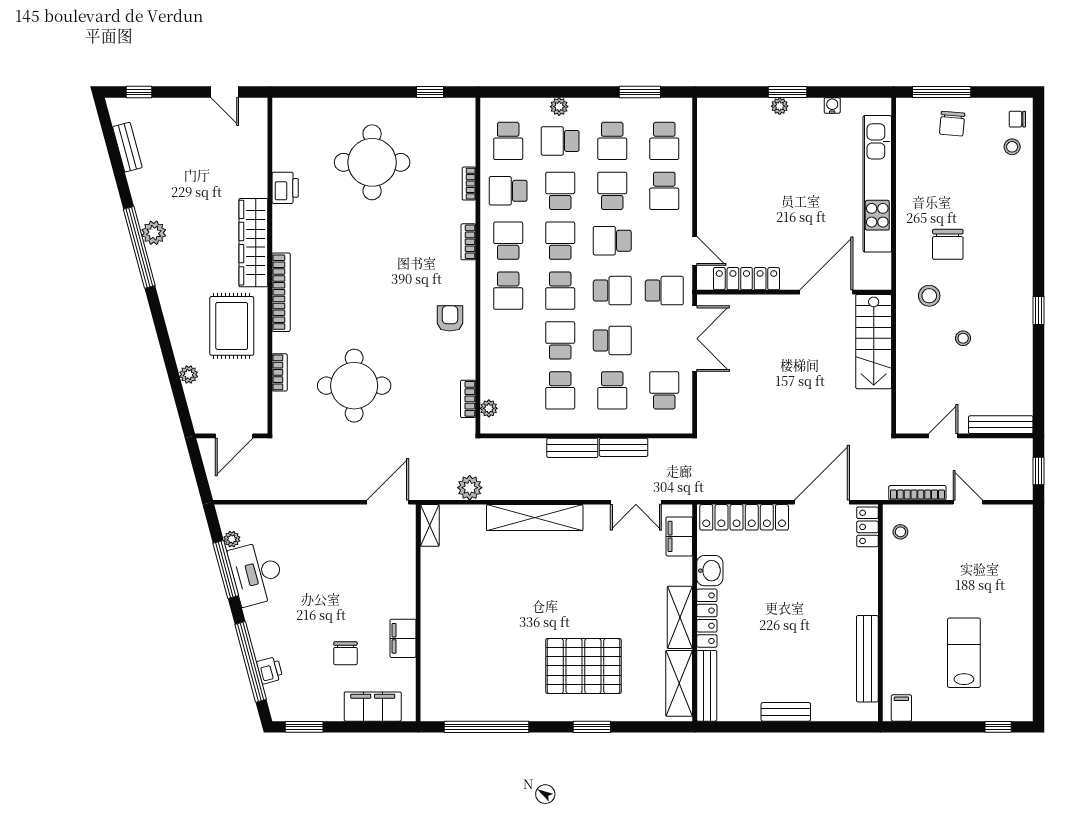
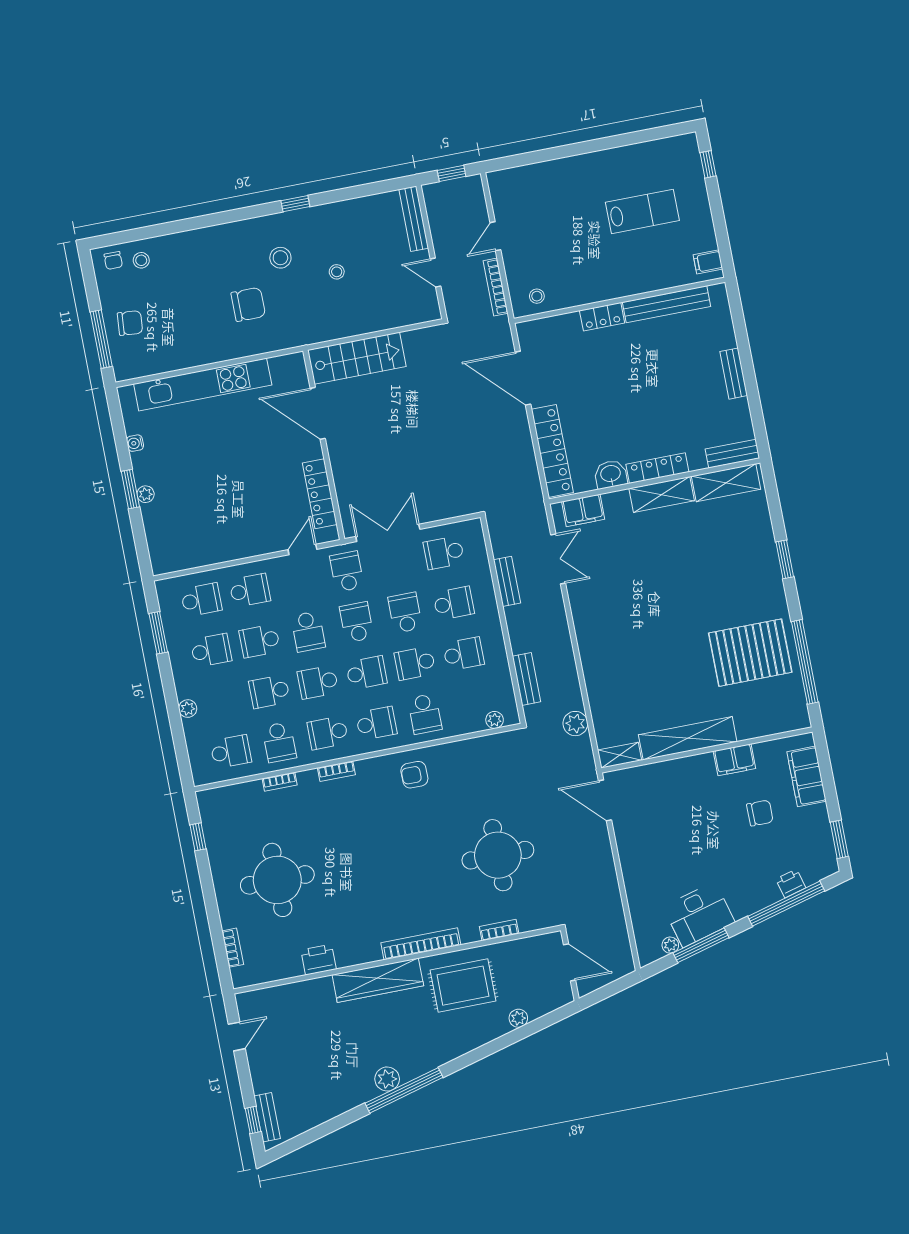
school desk: (560, 141) -> (425, 714), moved
bench: (127, 147) -> (267, 1117), moved, turned -75
stool: (929, 296) -> (280, 258), moved
bookcase: (468, 399) -> (233, 948), moved, turned -90
bench: (572, 448) -> (526, 679), moved
shelving: (535, 518) -> (688, 738), moved, turned 90
locker: (867, 527) -> (602, 317), moved
lab bench: (964, 653) -> (642, 211), turned 180
pallet: (583, 666) -> (750, 653), moved, turned 90
bench: (707, 686) -> (732, 454), width x0.73

